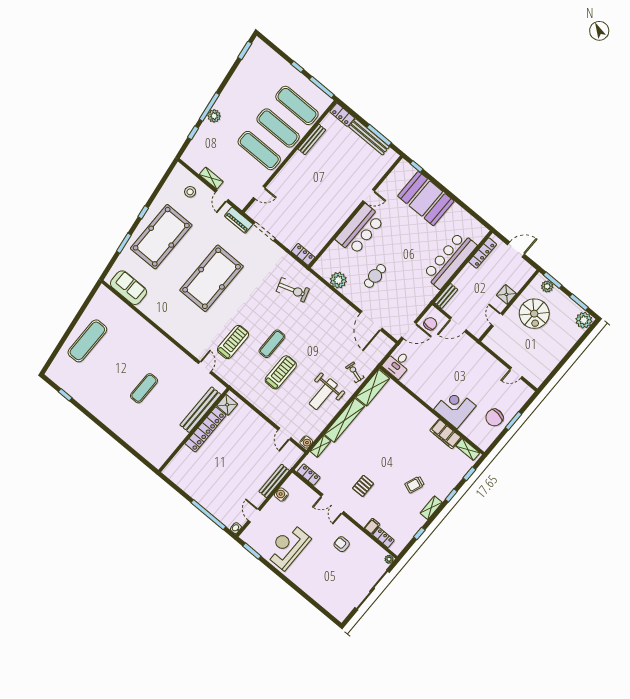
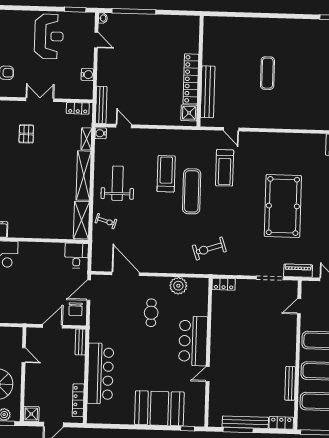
shower: (506, 294) -> (31, 414), moved
exercise mat: (272, 344) -> (192, 191), width x1.36, depth x1.45
treadmill: (281, 372) -> (166, 174), turned 180
bench: (274, 481) -> (101, 105), moved

